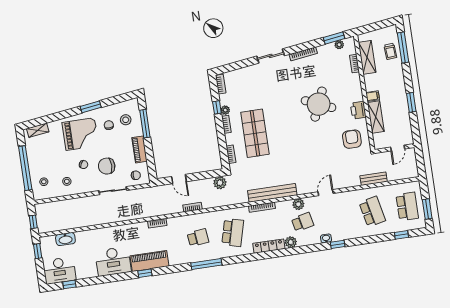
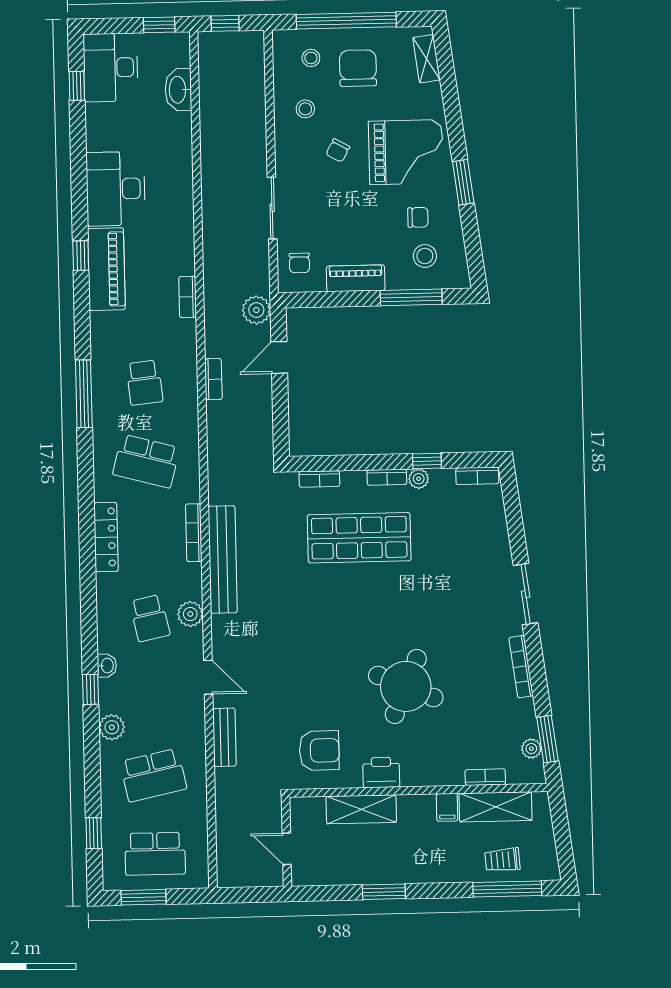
filing cabinet: (373, 96) -> (447, 807), moved
grand piano: (80, 134) -> (406, 152), turned -90
chair: (107, 166) -> (358, 68), moved
bench: (374, 179) -> (224, 737), moved
plant: (220, 183) -> (256, 310), moved
plant: (291, 242) -> (112, 727), moved

